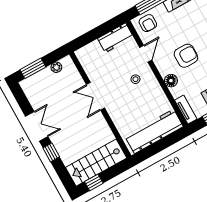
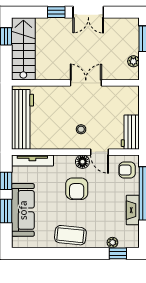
floor lamp: (171, 81) -> (82, 162), moved
tv unit: (186, 110) -> (32, 161), width x1.41

